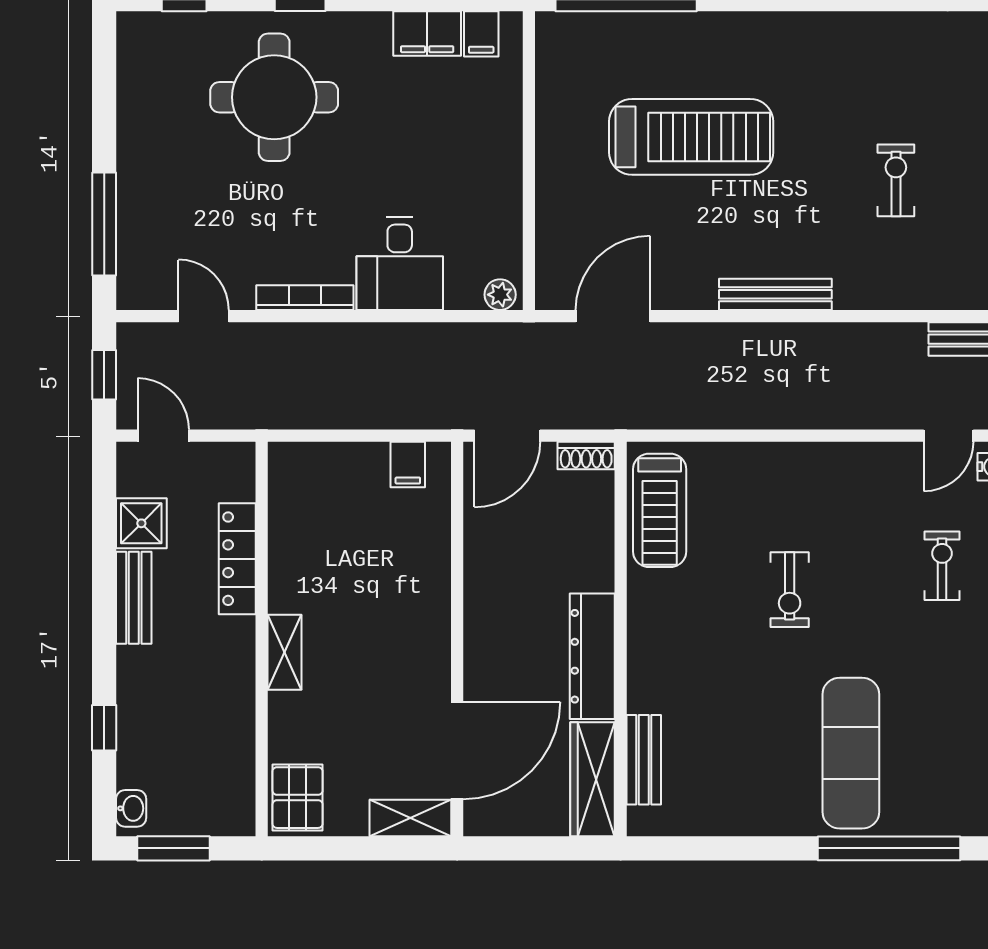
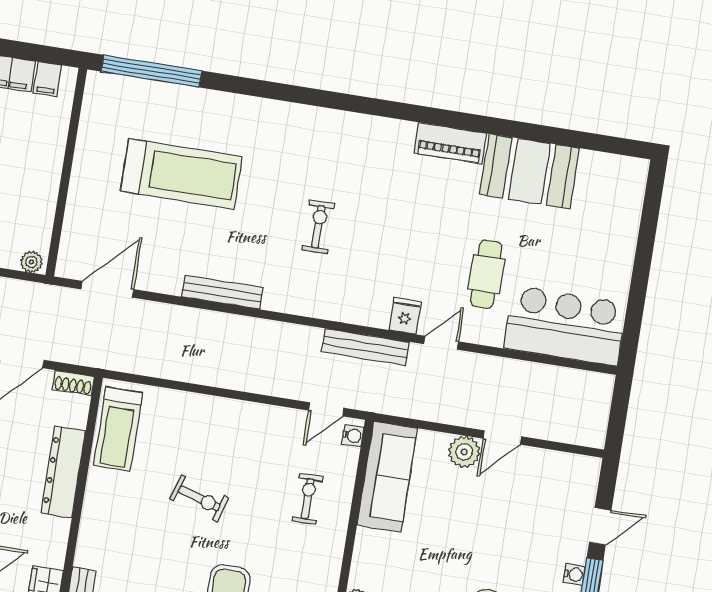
exercise bike: (790, 590) -> (199, 498), turned -73
dresser: (592, 656) -> (63, 472), moved

